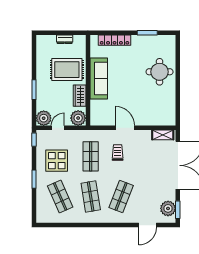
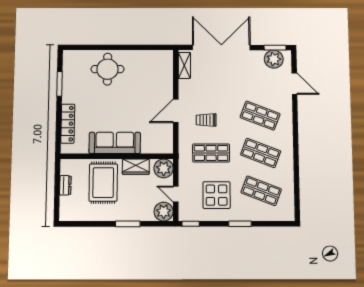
shop shelf: (60, 197) -> (261, 191), turned 45
shop shelf: (91, 197) -> (261, 153), turned 30

